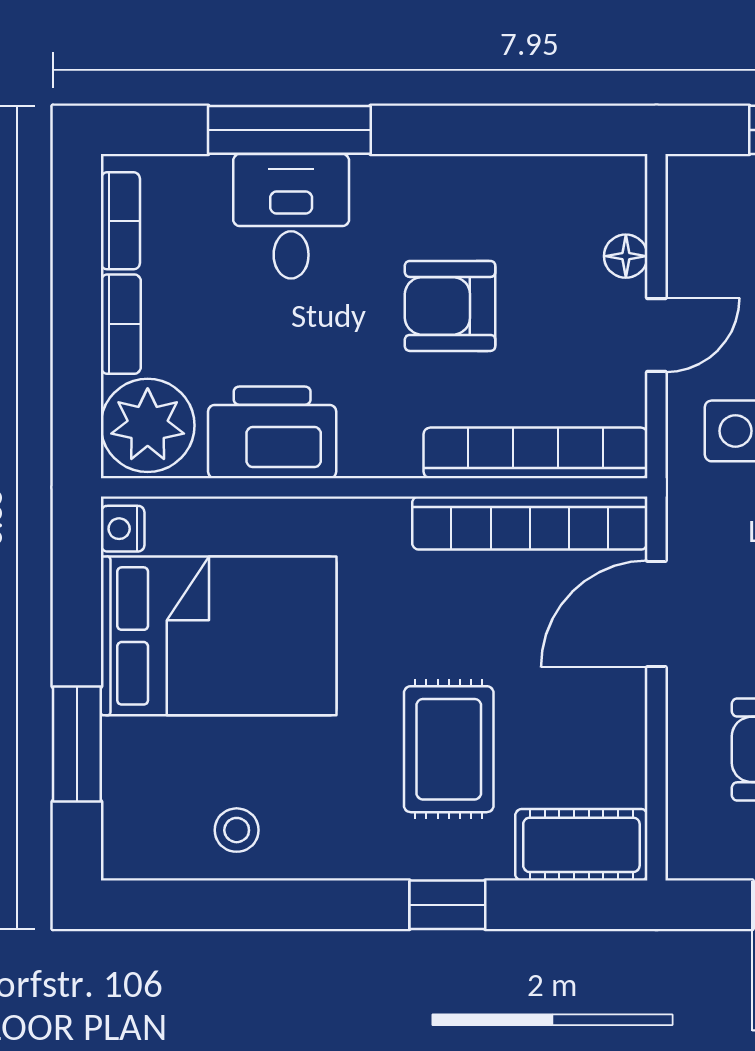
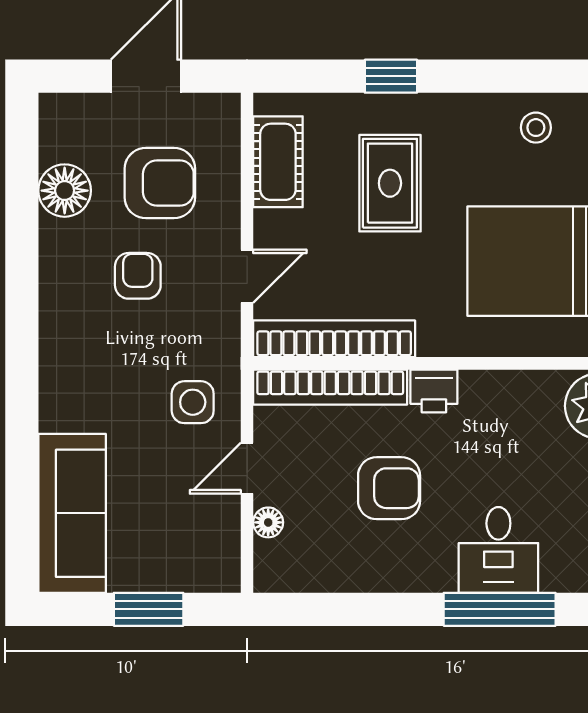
printer: (272, 432) -> (434, 391), moved, width x0.53, depth x0.68
door: (656, 614) -> (247, 276), width x0.73
cot: (581, 845) -> (278, 162), moved, turned 90

